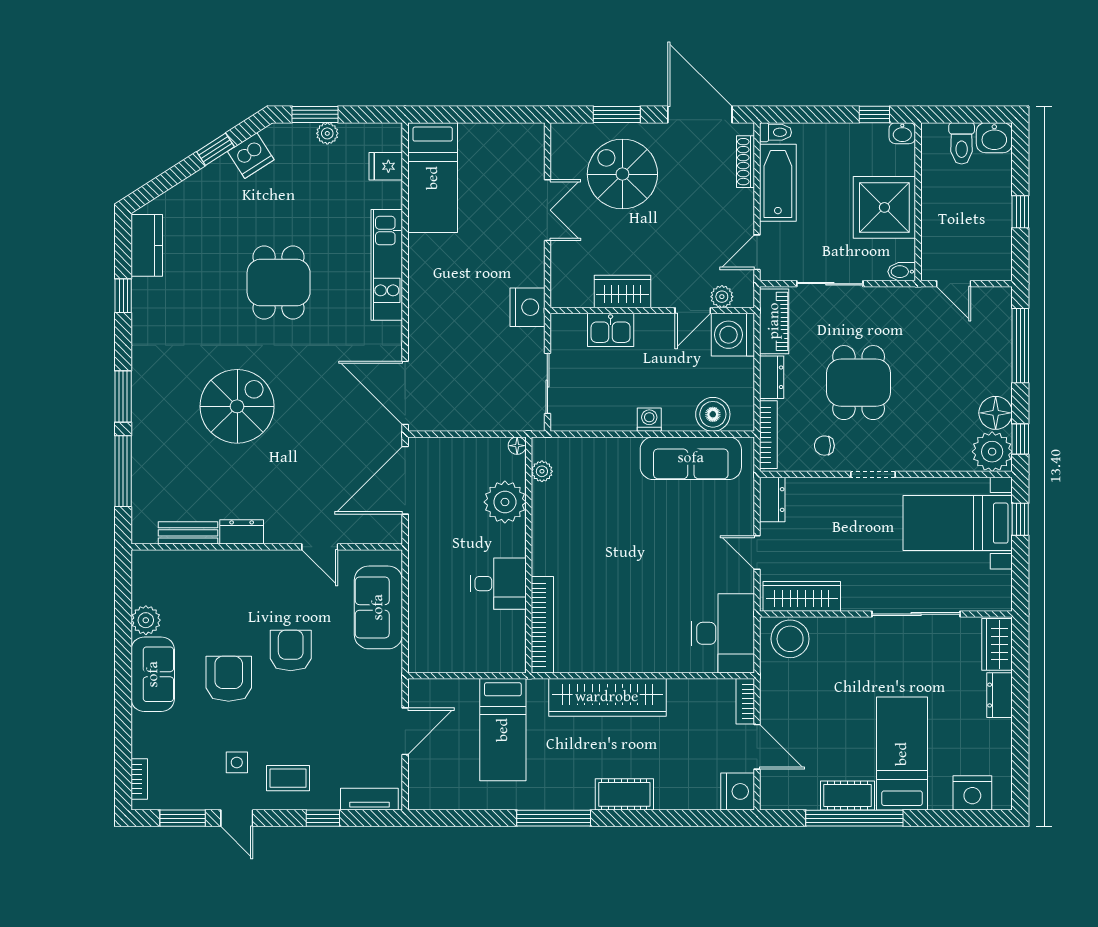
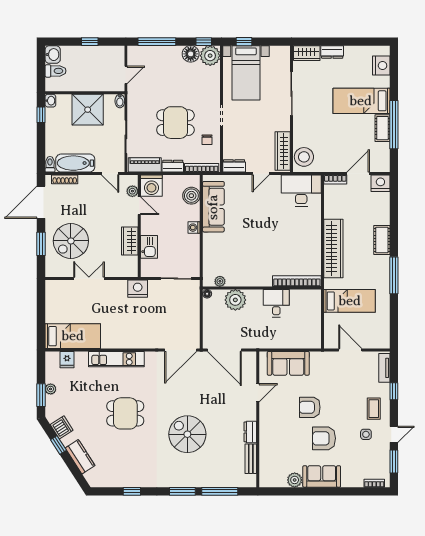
kitchen counter: (147, 245) -> (80, 457), moved, turned 57

